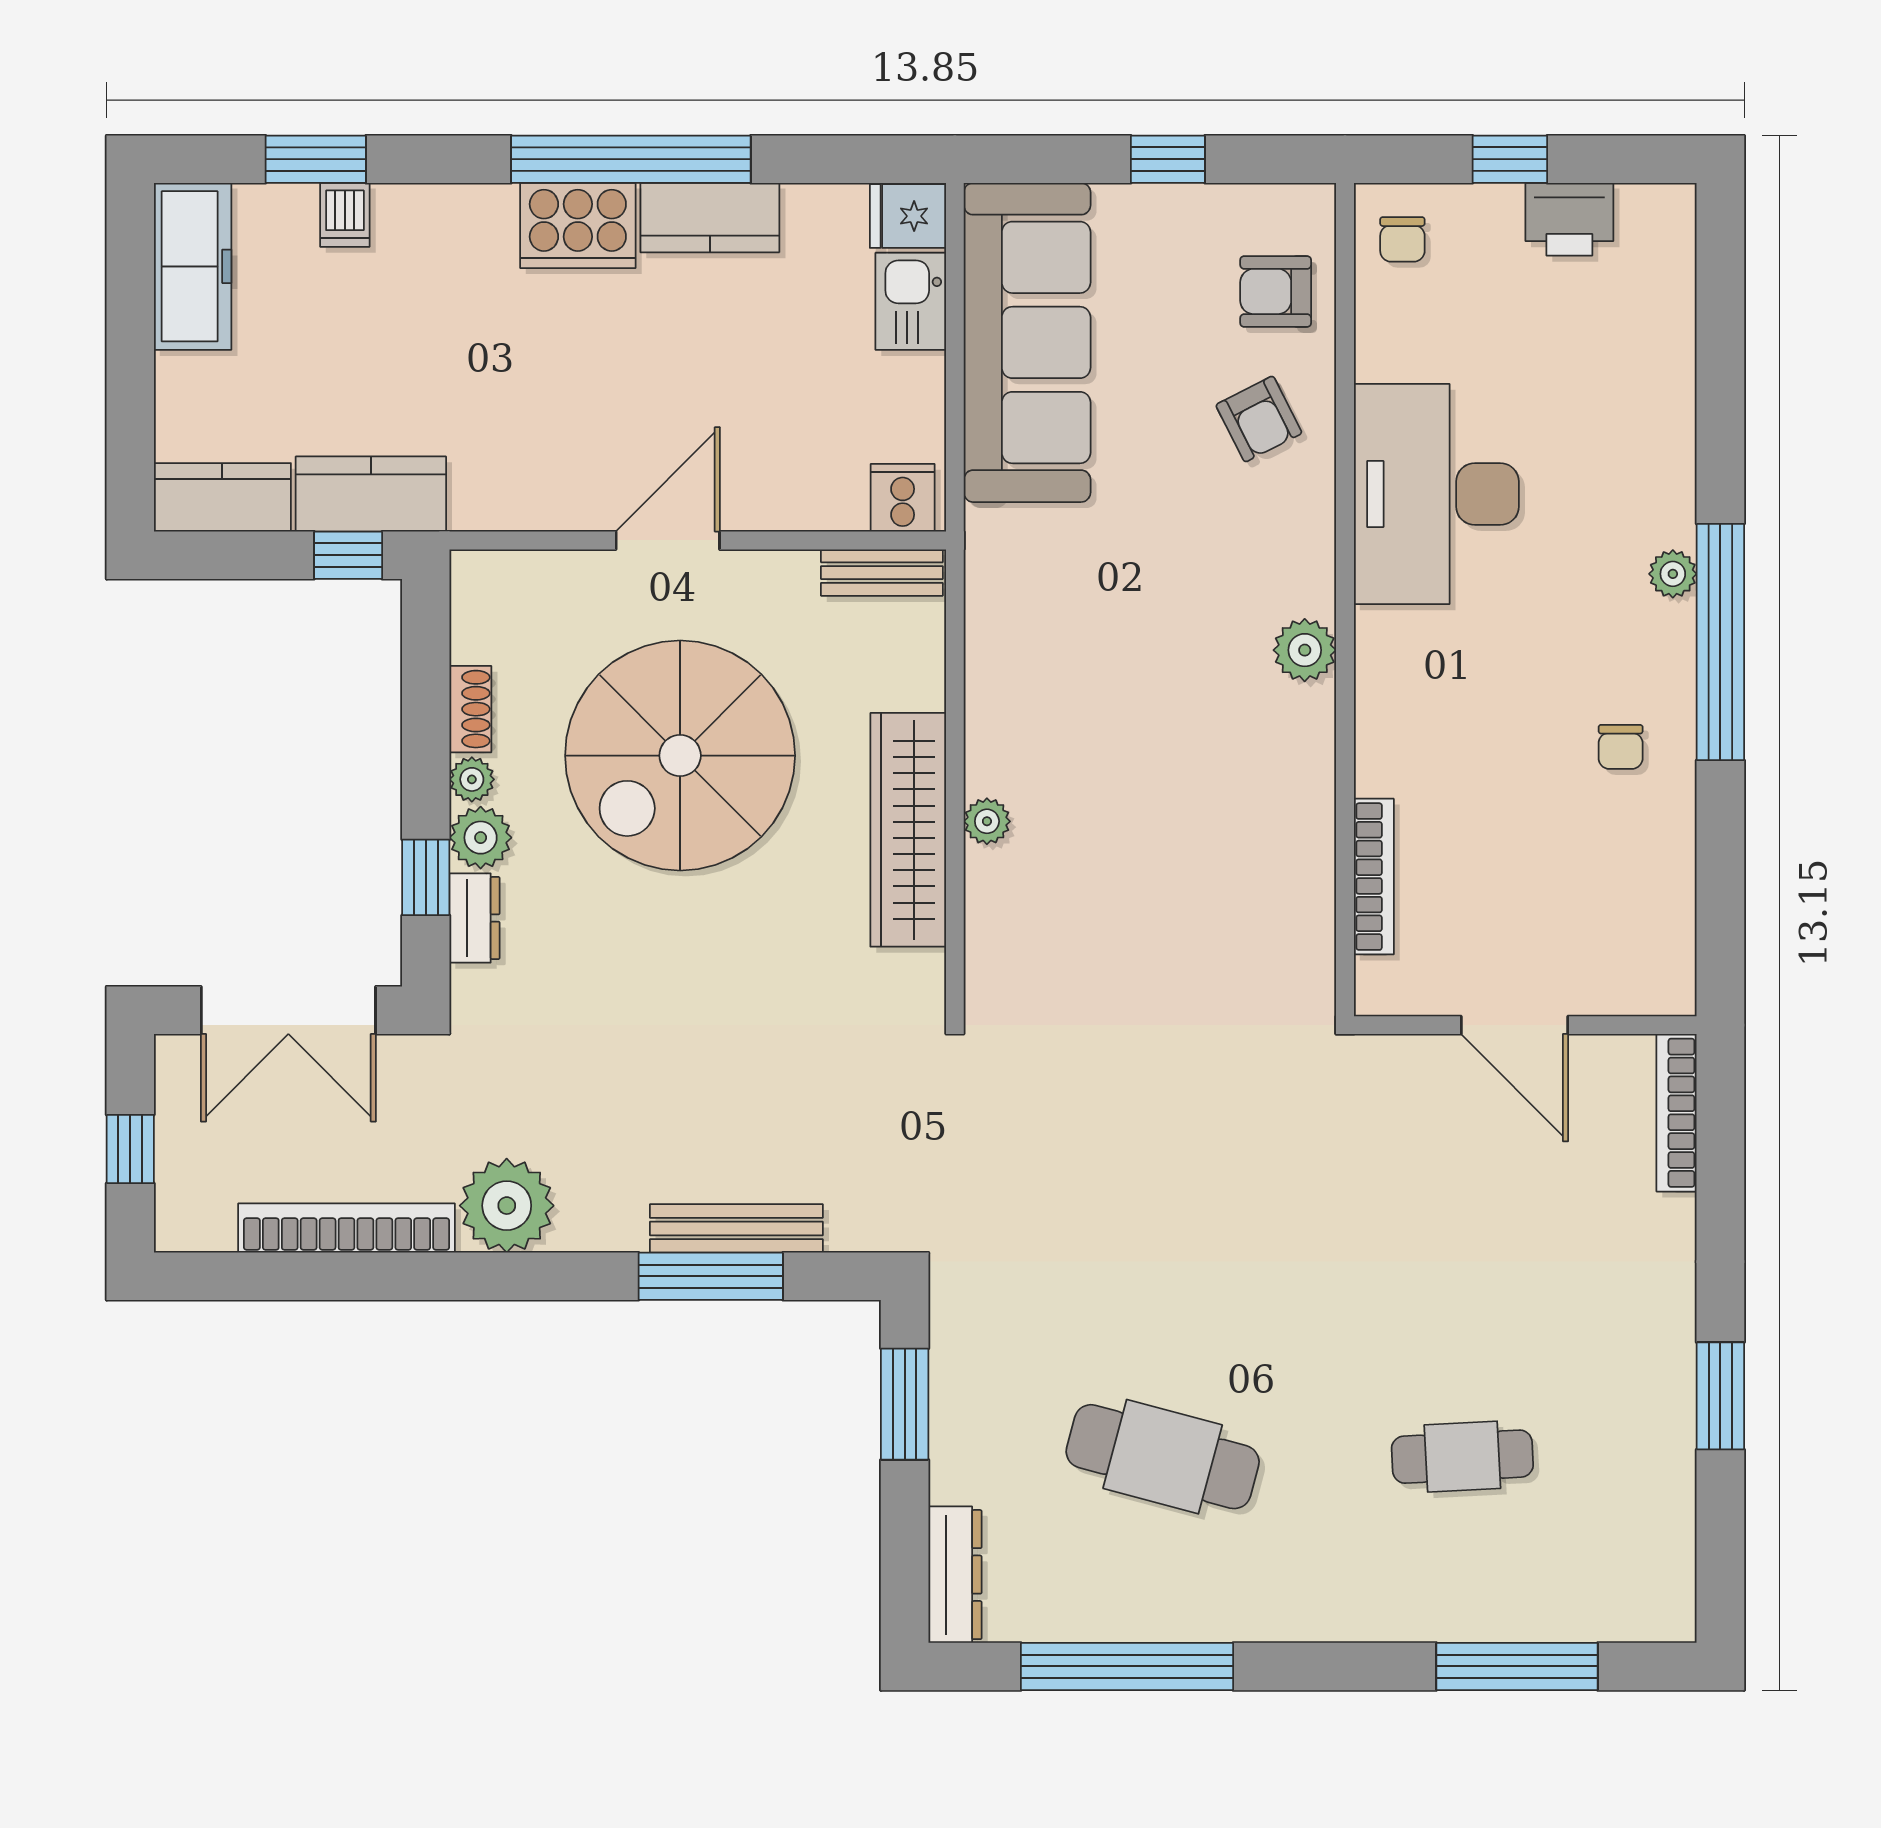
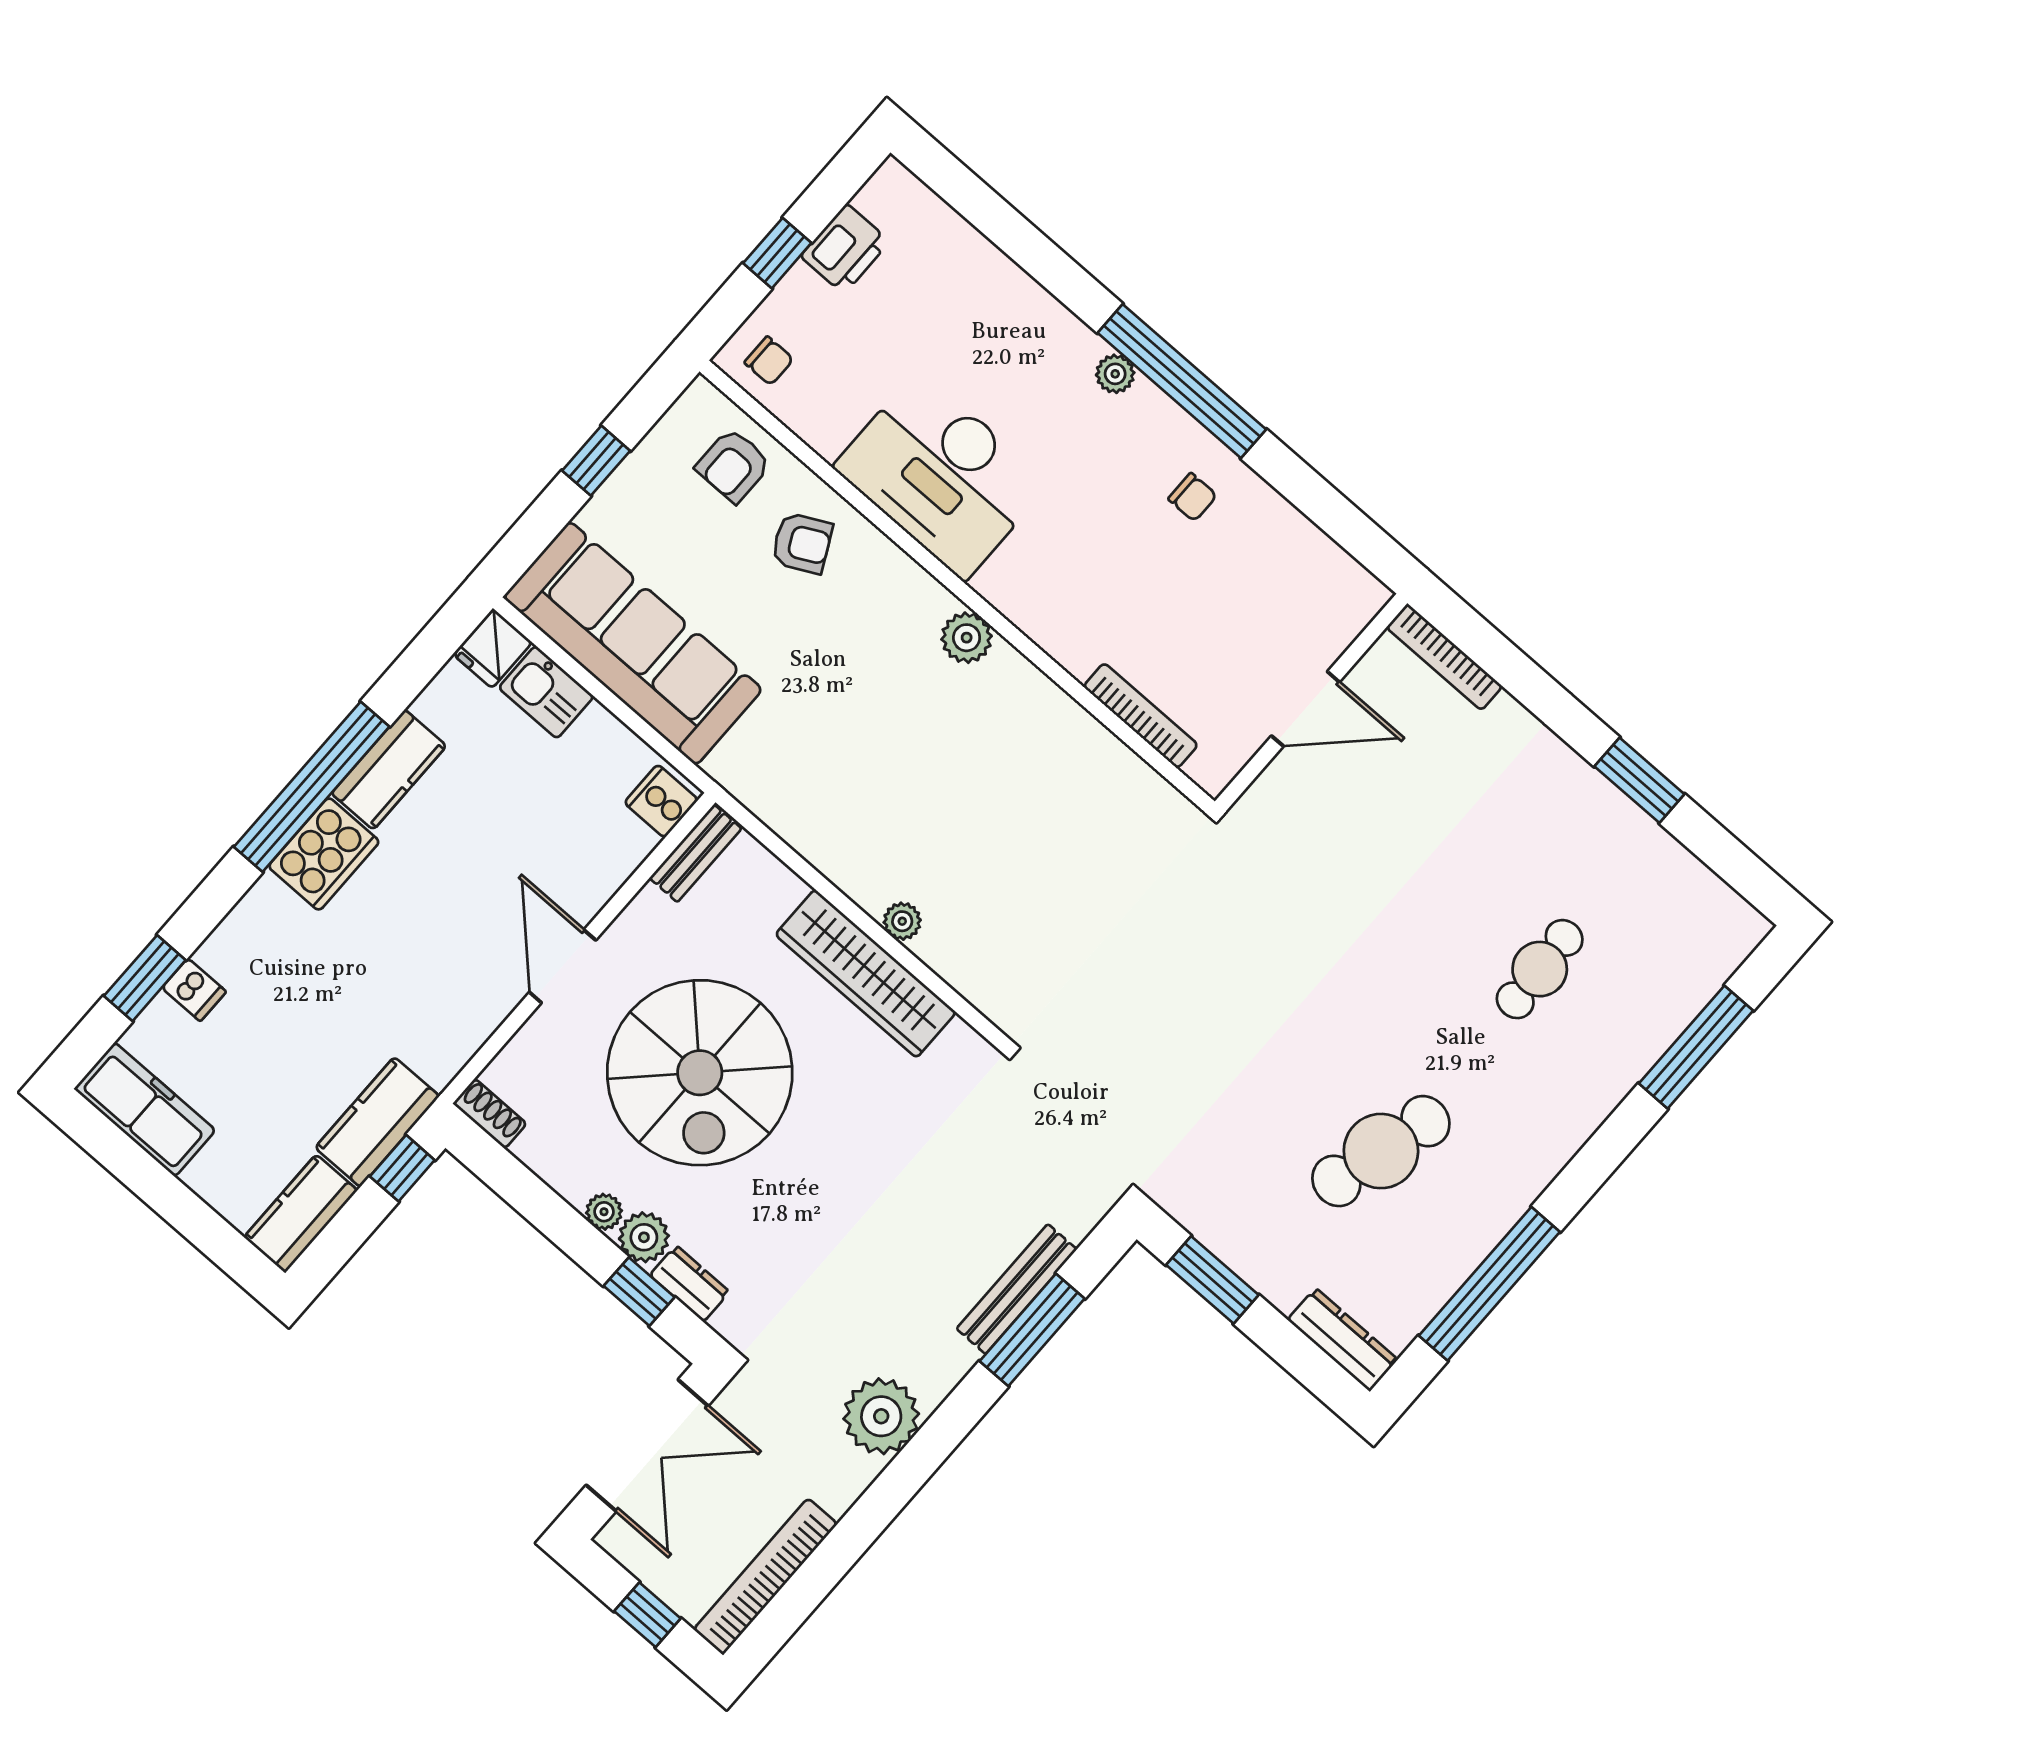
shoe rack: (470, 709) -> (490, 1114), moved
bookcase: (346, 1228) -> (765, 1577), moved

